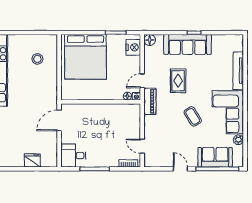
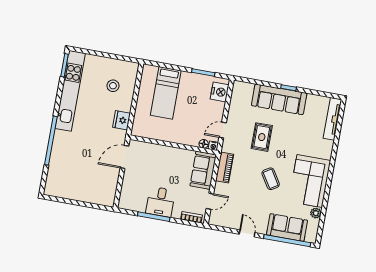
floor lamp: (150, 40) -> (239, 87), removed
bed: (86, 57) -> (166, 93), width x0.49
tv unit: (238, 71) -> (332, 119), moved
piano: (150, 101) -> (225, 168), moved
sofa: (131, 120) -> (203, 170), added
door: (142, 146) -> (210, 201), swing flipped
desk: (73, 156) -> (160, 202), moved, turned -90
fridge: (32, 160) -> (122, 120), moved, turned -90

